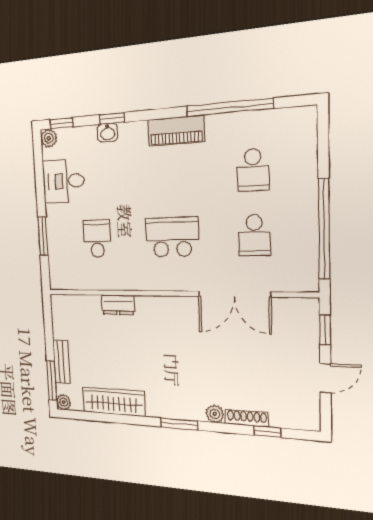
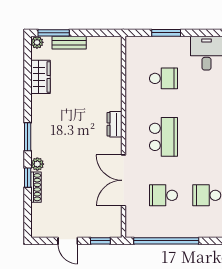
dresser: (118, 305) -> (115, 124), moved
wardrobe: (114, 402) -> (40, 77), width x0.67
window: (267, 432) -> (28, 178), moved

